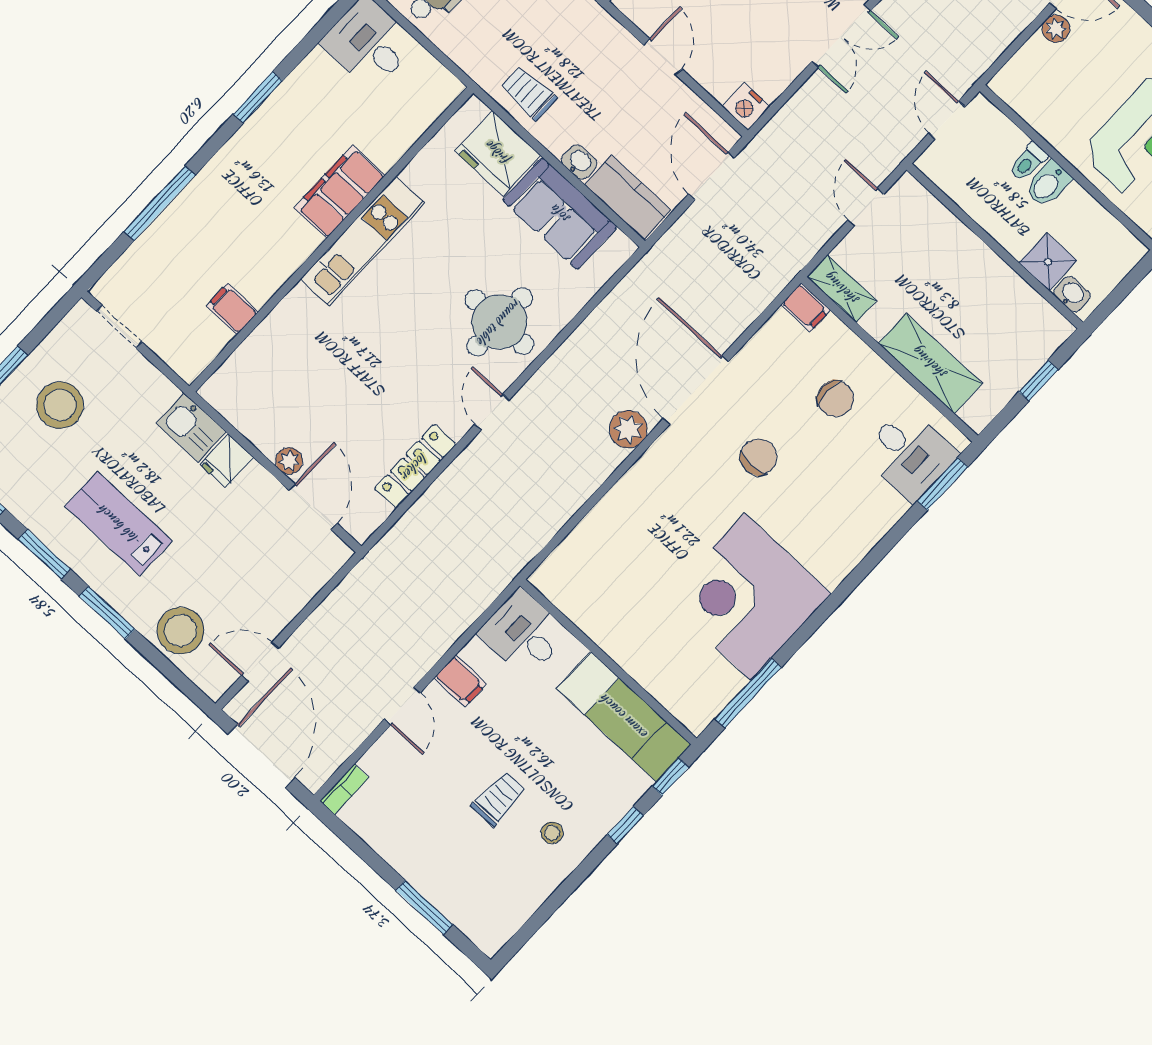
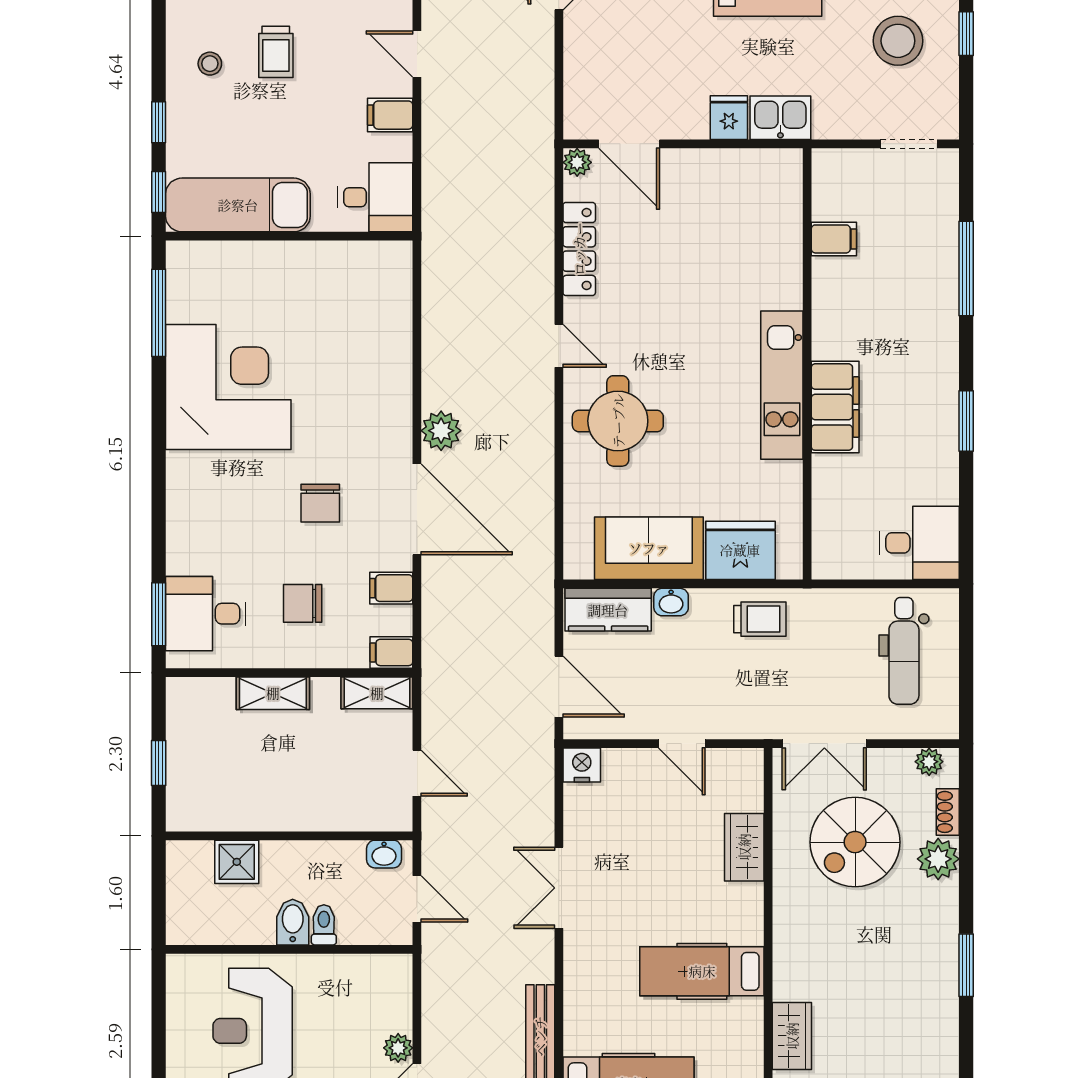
washbasin: (1072, 294) -> (384, 854), moved
filing cabinet: (764, 352) -> (391, 588), added
shelving: (930, 363) -> (273, 693), width x0.67, depth x0.75
plant: (289, 461) -> (577, 162), moved

